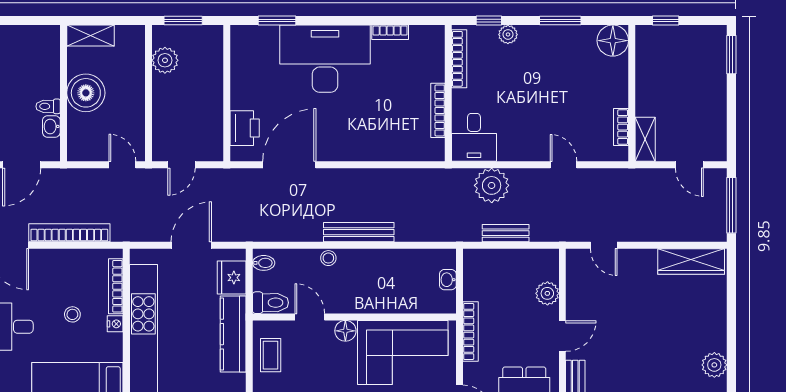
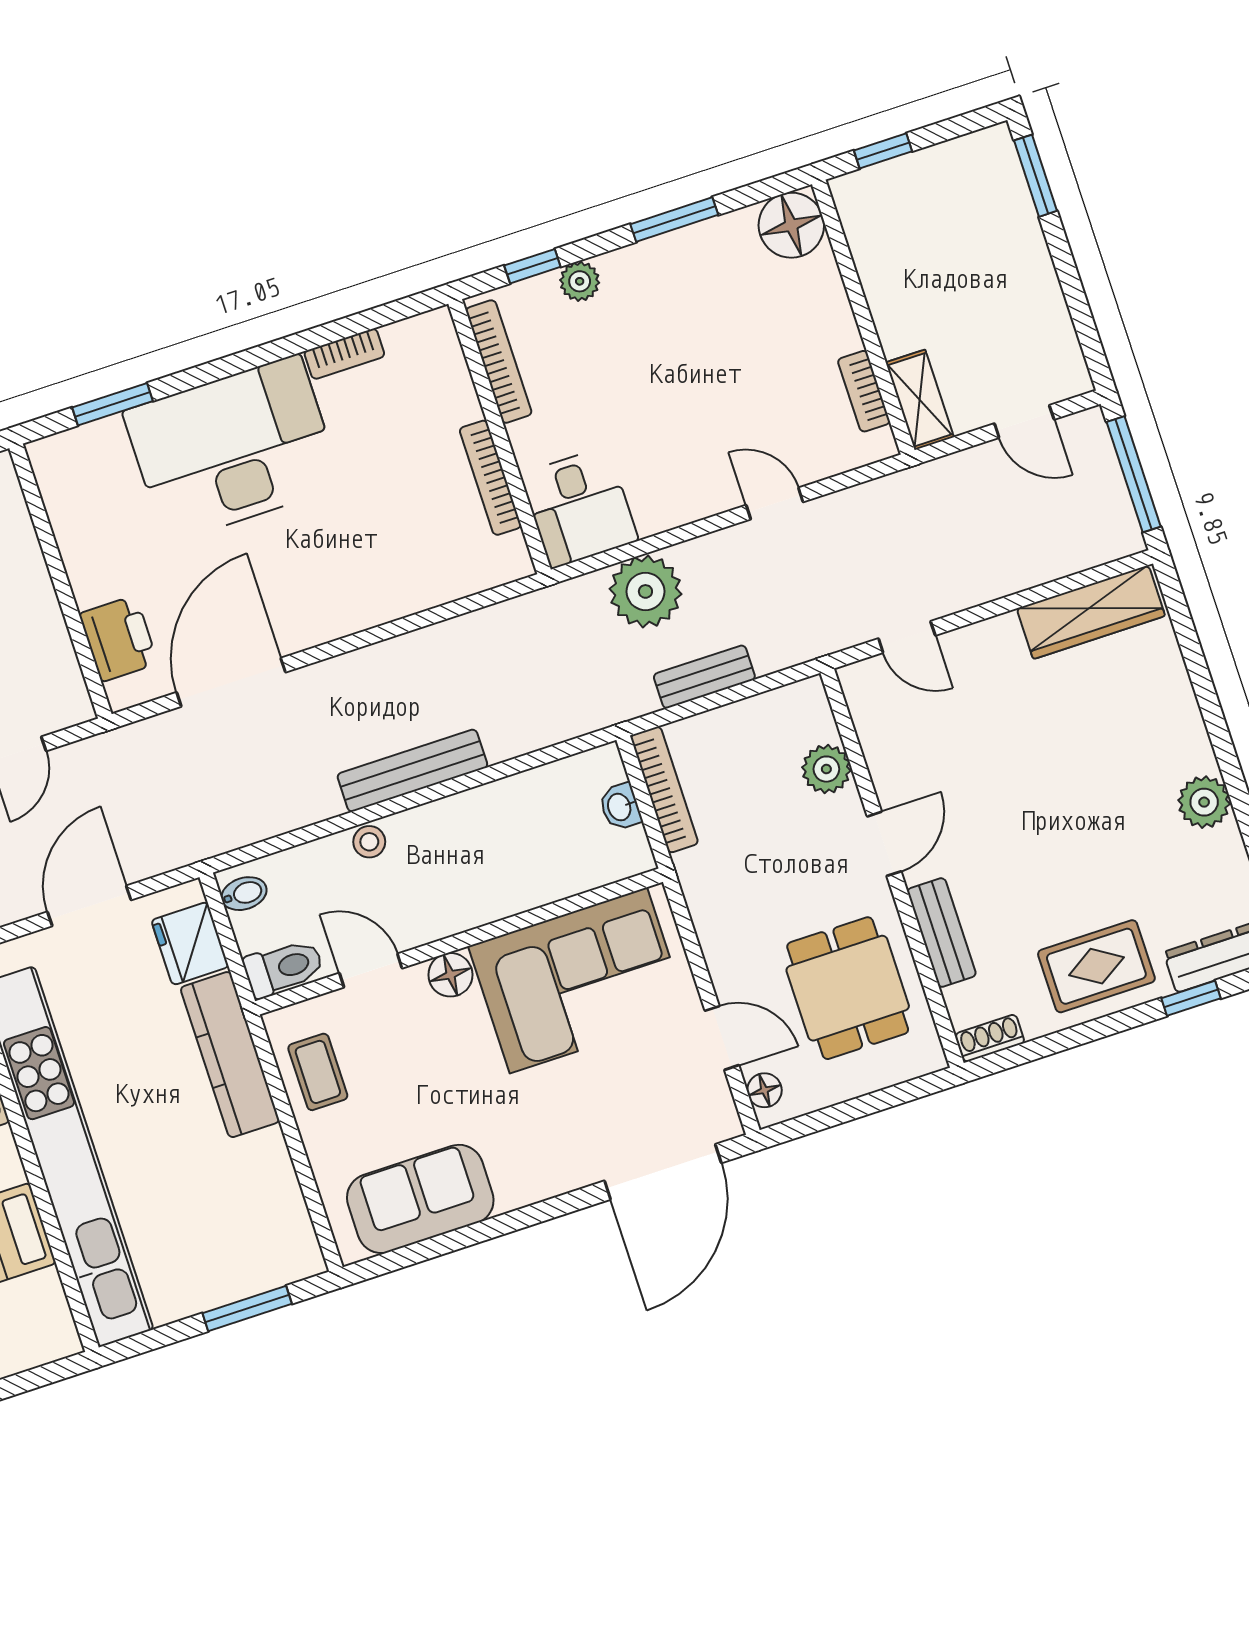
bookcase: (470, 331) -> (664, 790), moved

